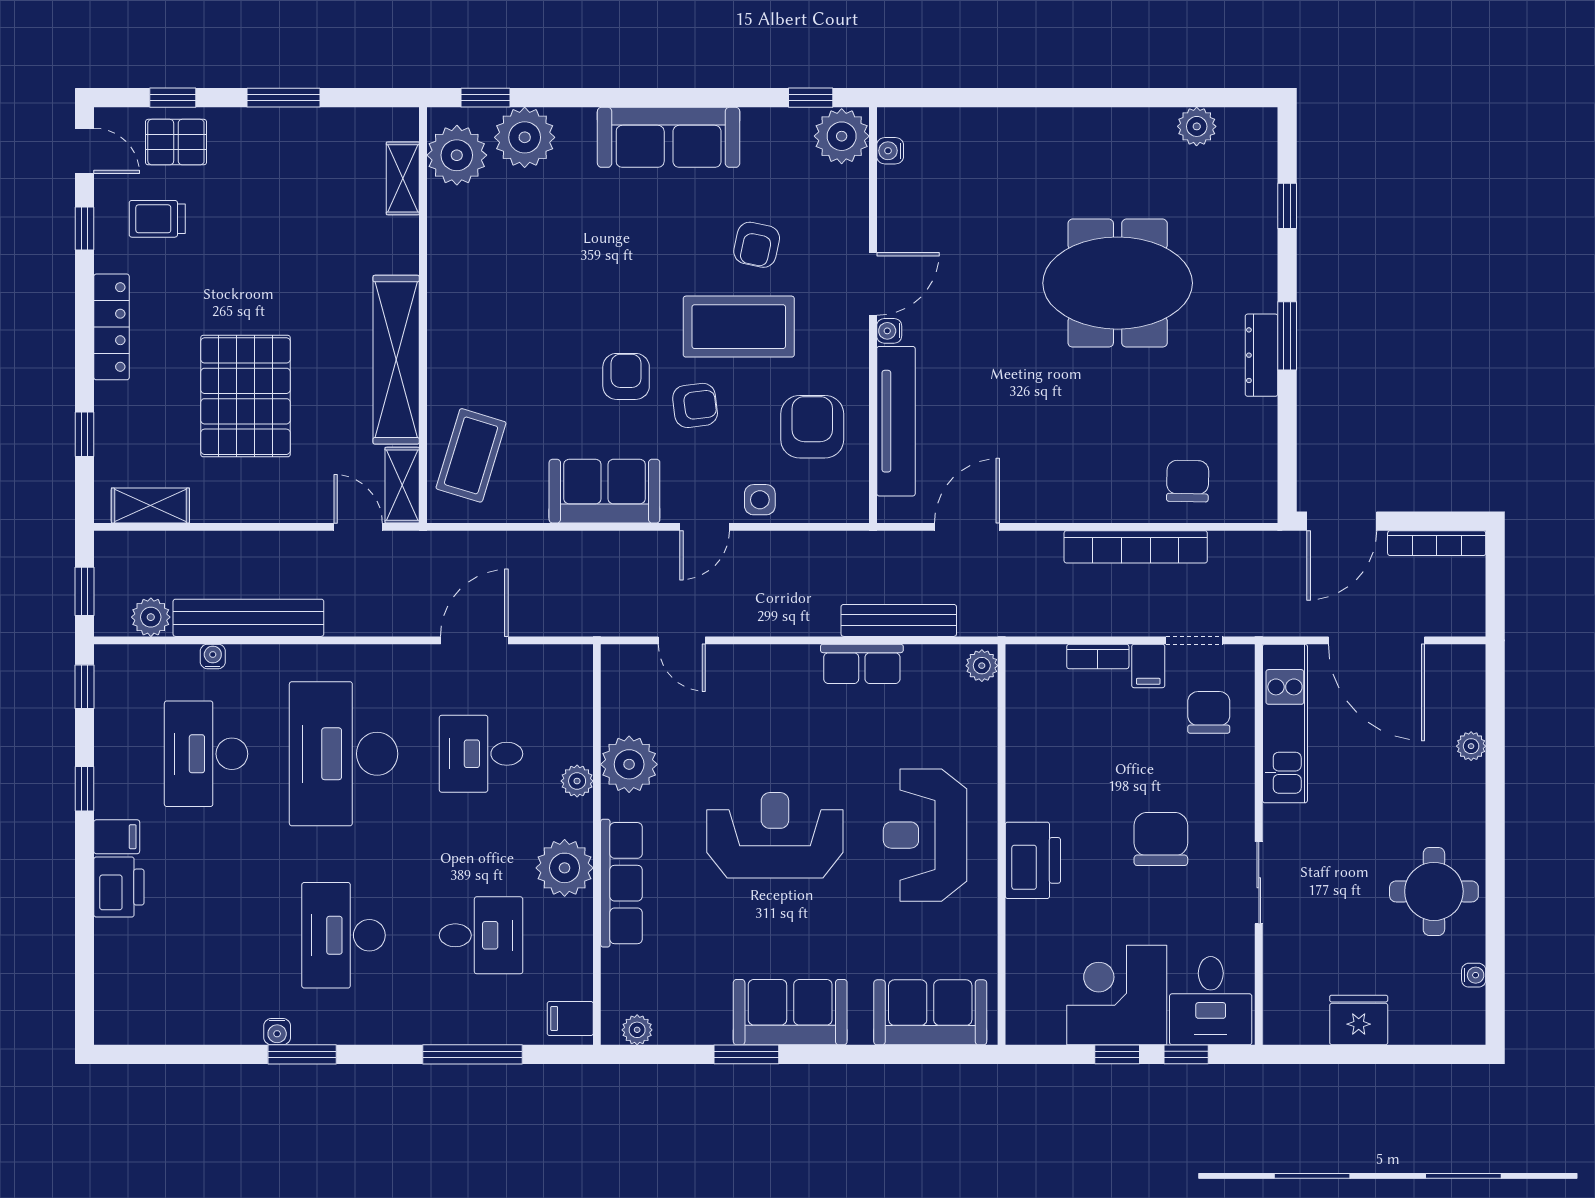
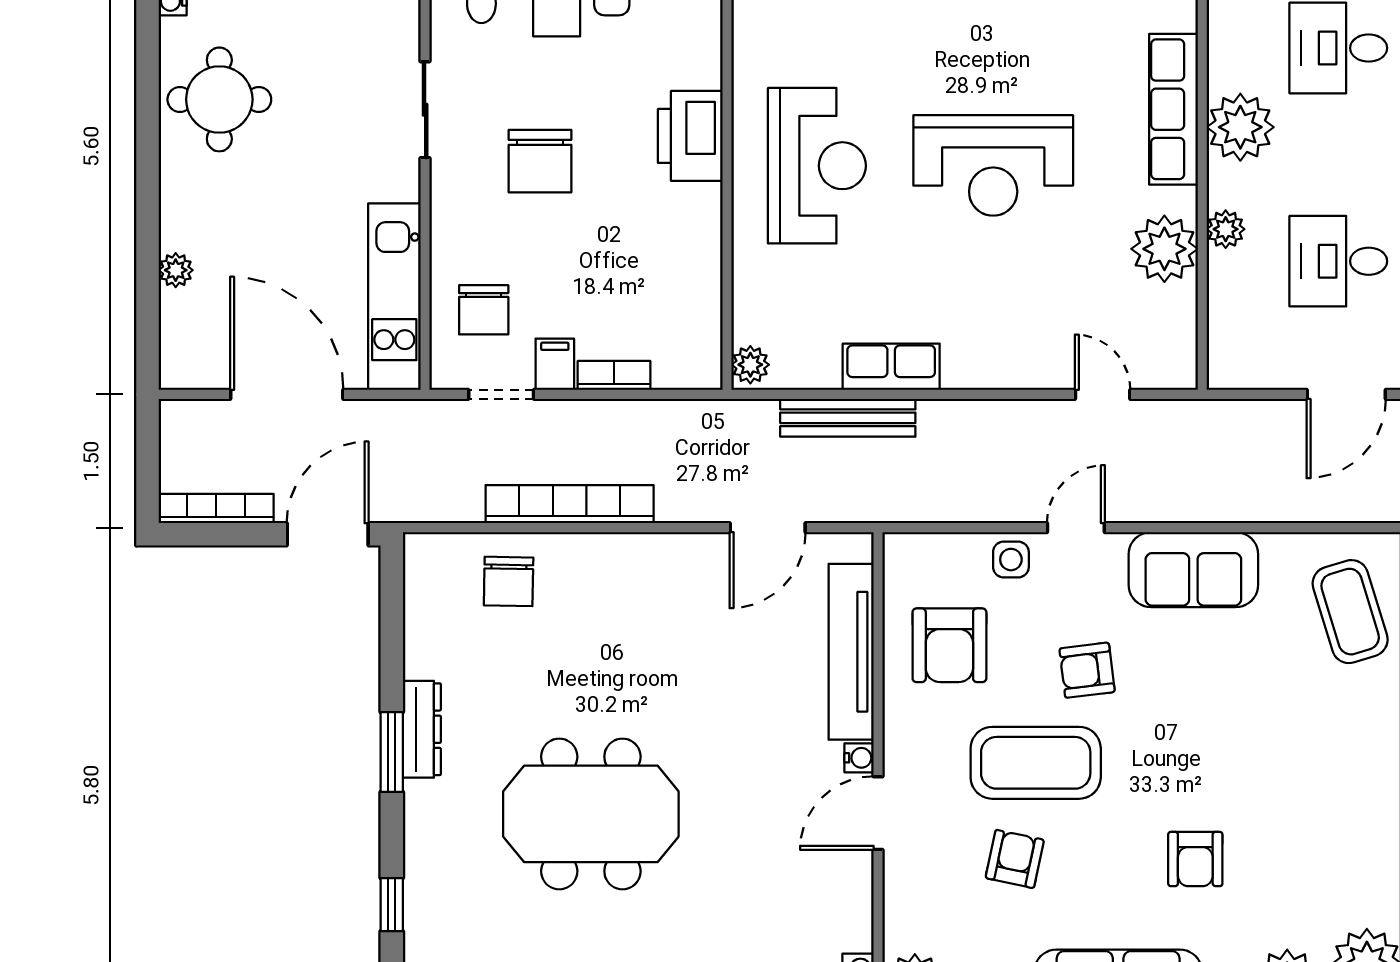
armchair: (626, 376) -> (1195, 859), moved
coffee table: (471, 455) -> (1350, 612), turned -34
desk: (481, 754) -> (1338, 261), turned 180

